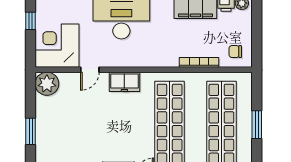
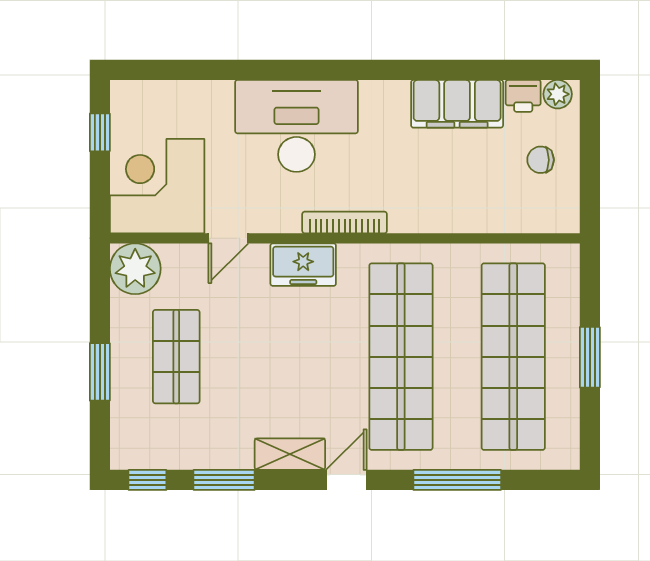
chair: (235, 52) -> (541, 160), moved
bookcase: (199, 62) -> (345, 222), moved
shop shelf: (66, 124) -> (176, 357), added

